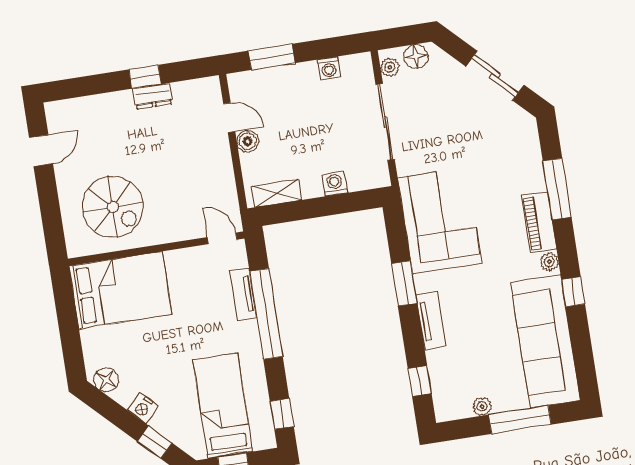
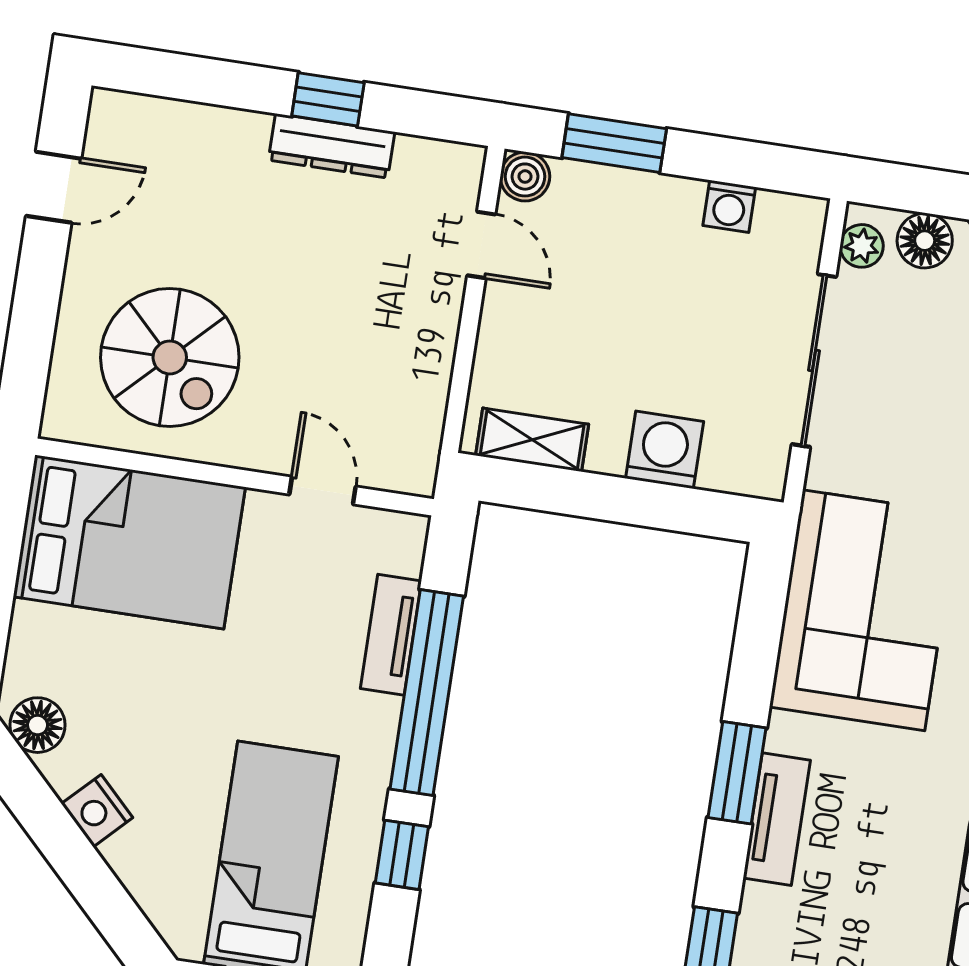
dresser: (153, 96) -> (332, 146), width x1.44
boiler: (248, 141) -> (525, 177), moved
washing machine: (335, 184) -> (665, 450), width x1.38, depth x1.38
door: (222, 238) -> (323, 491), moved
window: (404, 283) -> (737, 773), moved
window: (282, 414) -> (402, 855), moved
window: (155, 442) -> (99, 893), removed

